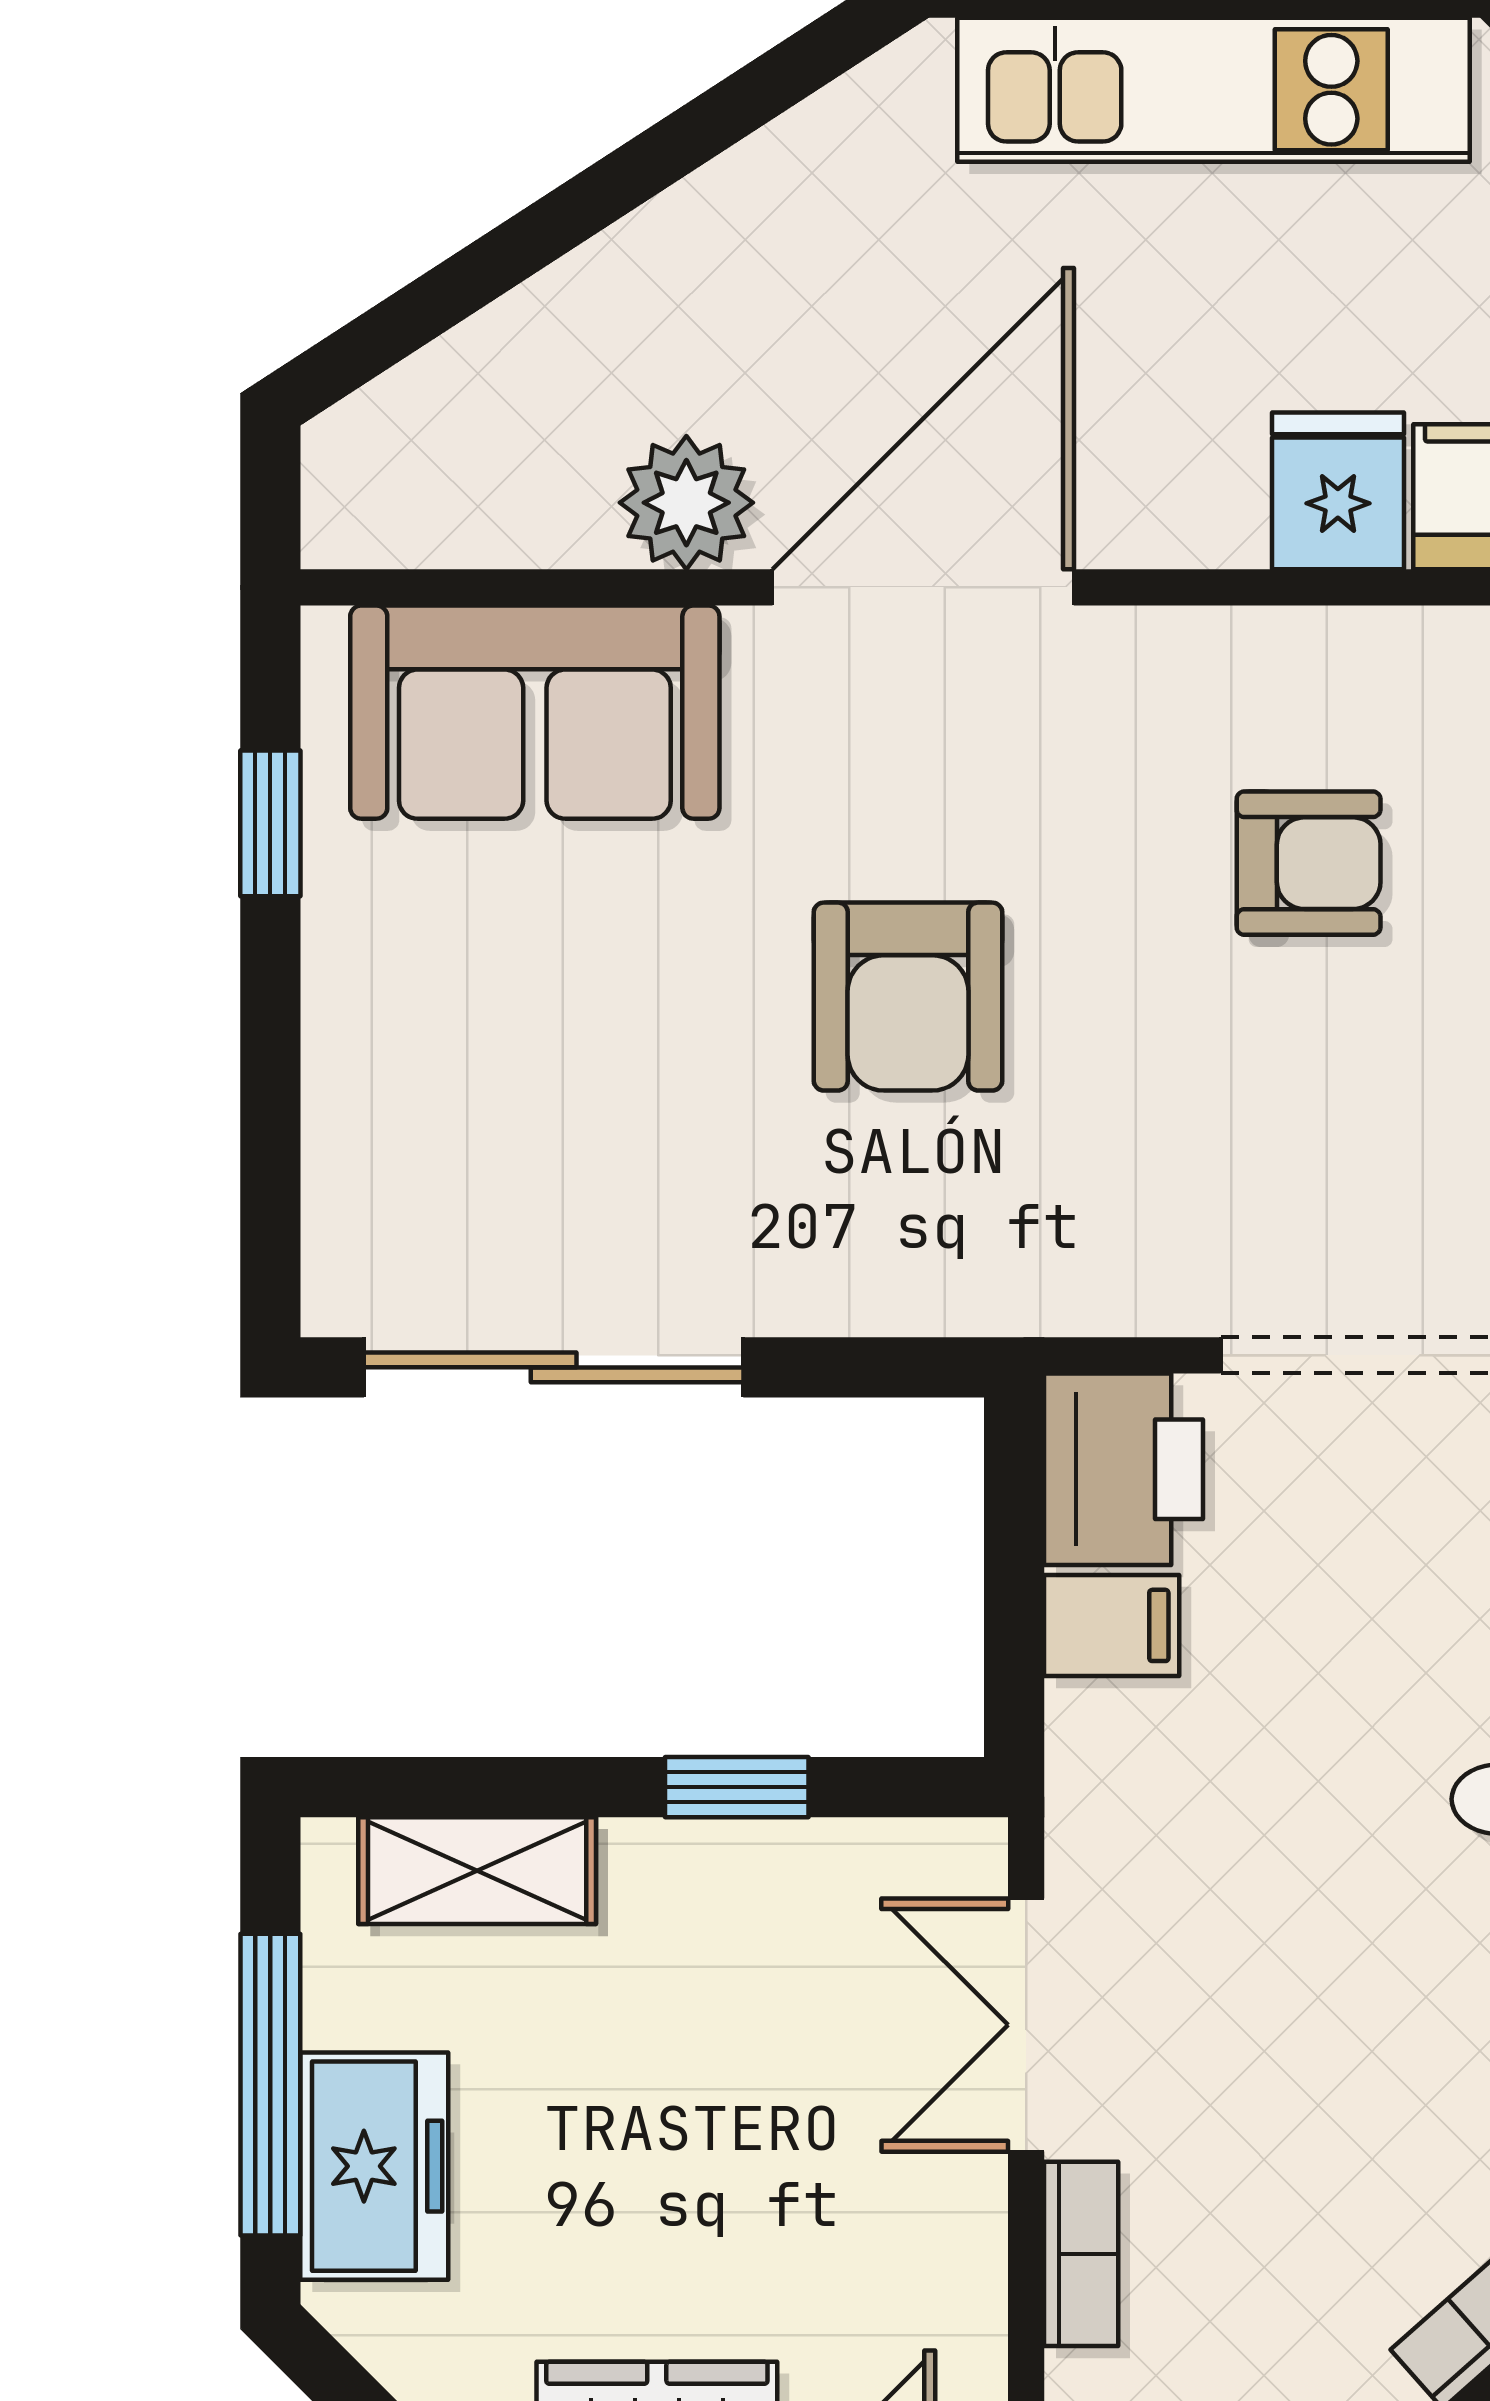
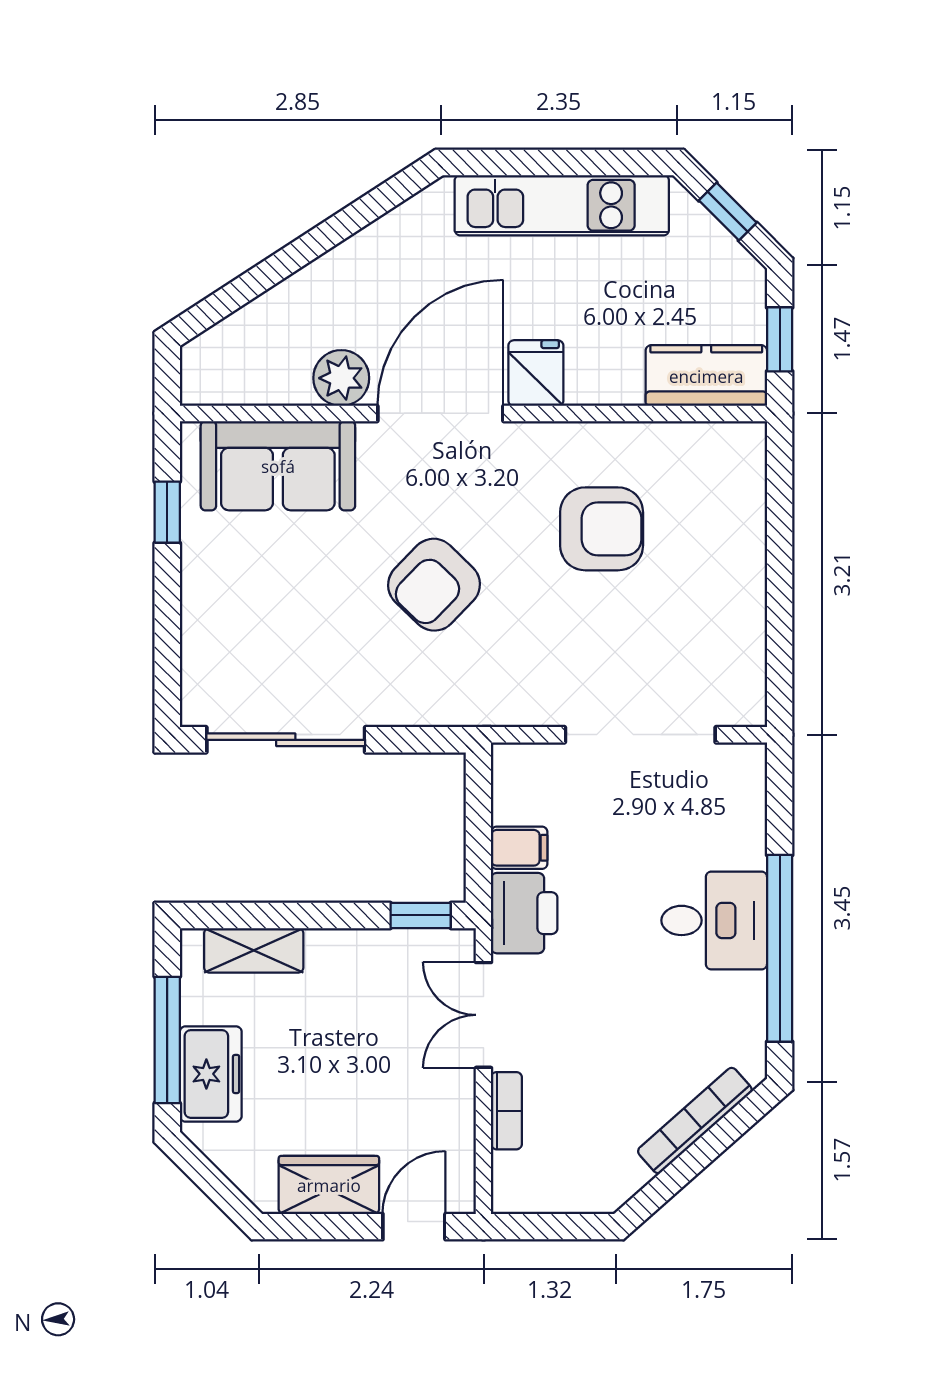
fridge: (1338, 491) -> (536, 373), moved
armchair: (1309, 863) -> (602, 529), width x1.38, depth x1.38
armchair: (908, 997) -> (434, 585), turned 44
printer: (1123, 1469) -> (524, 913), moved
window: (737, 1787) -> (421, 915), moved

